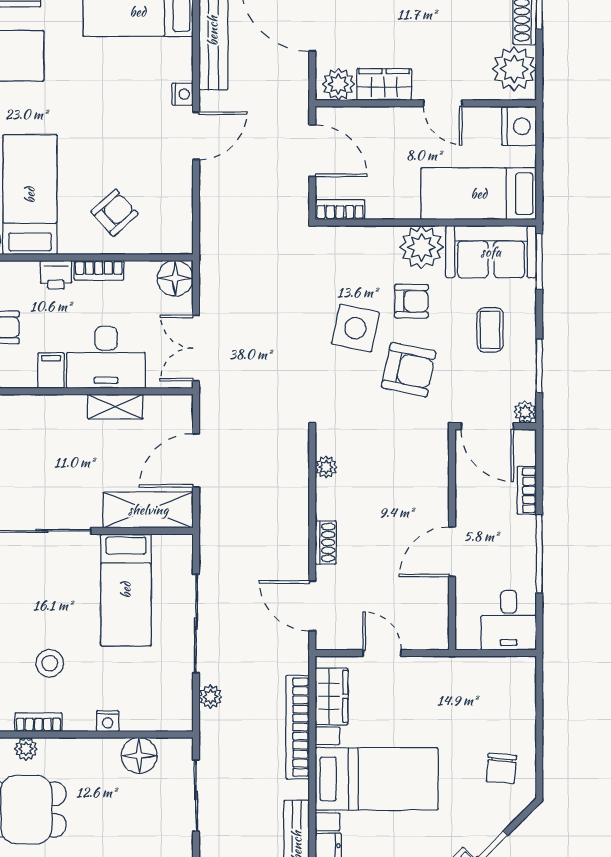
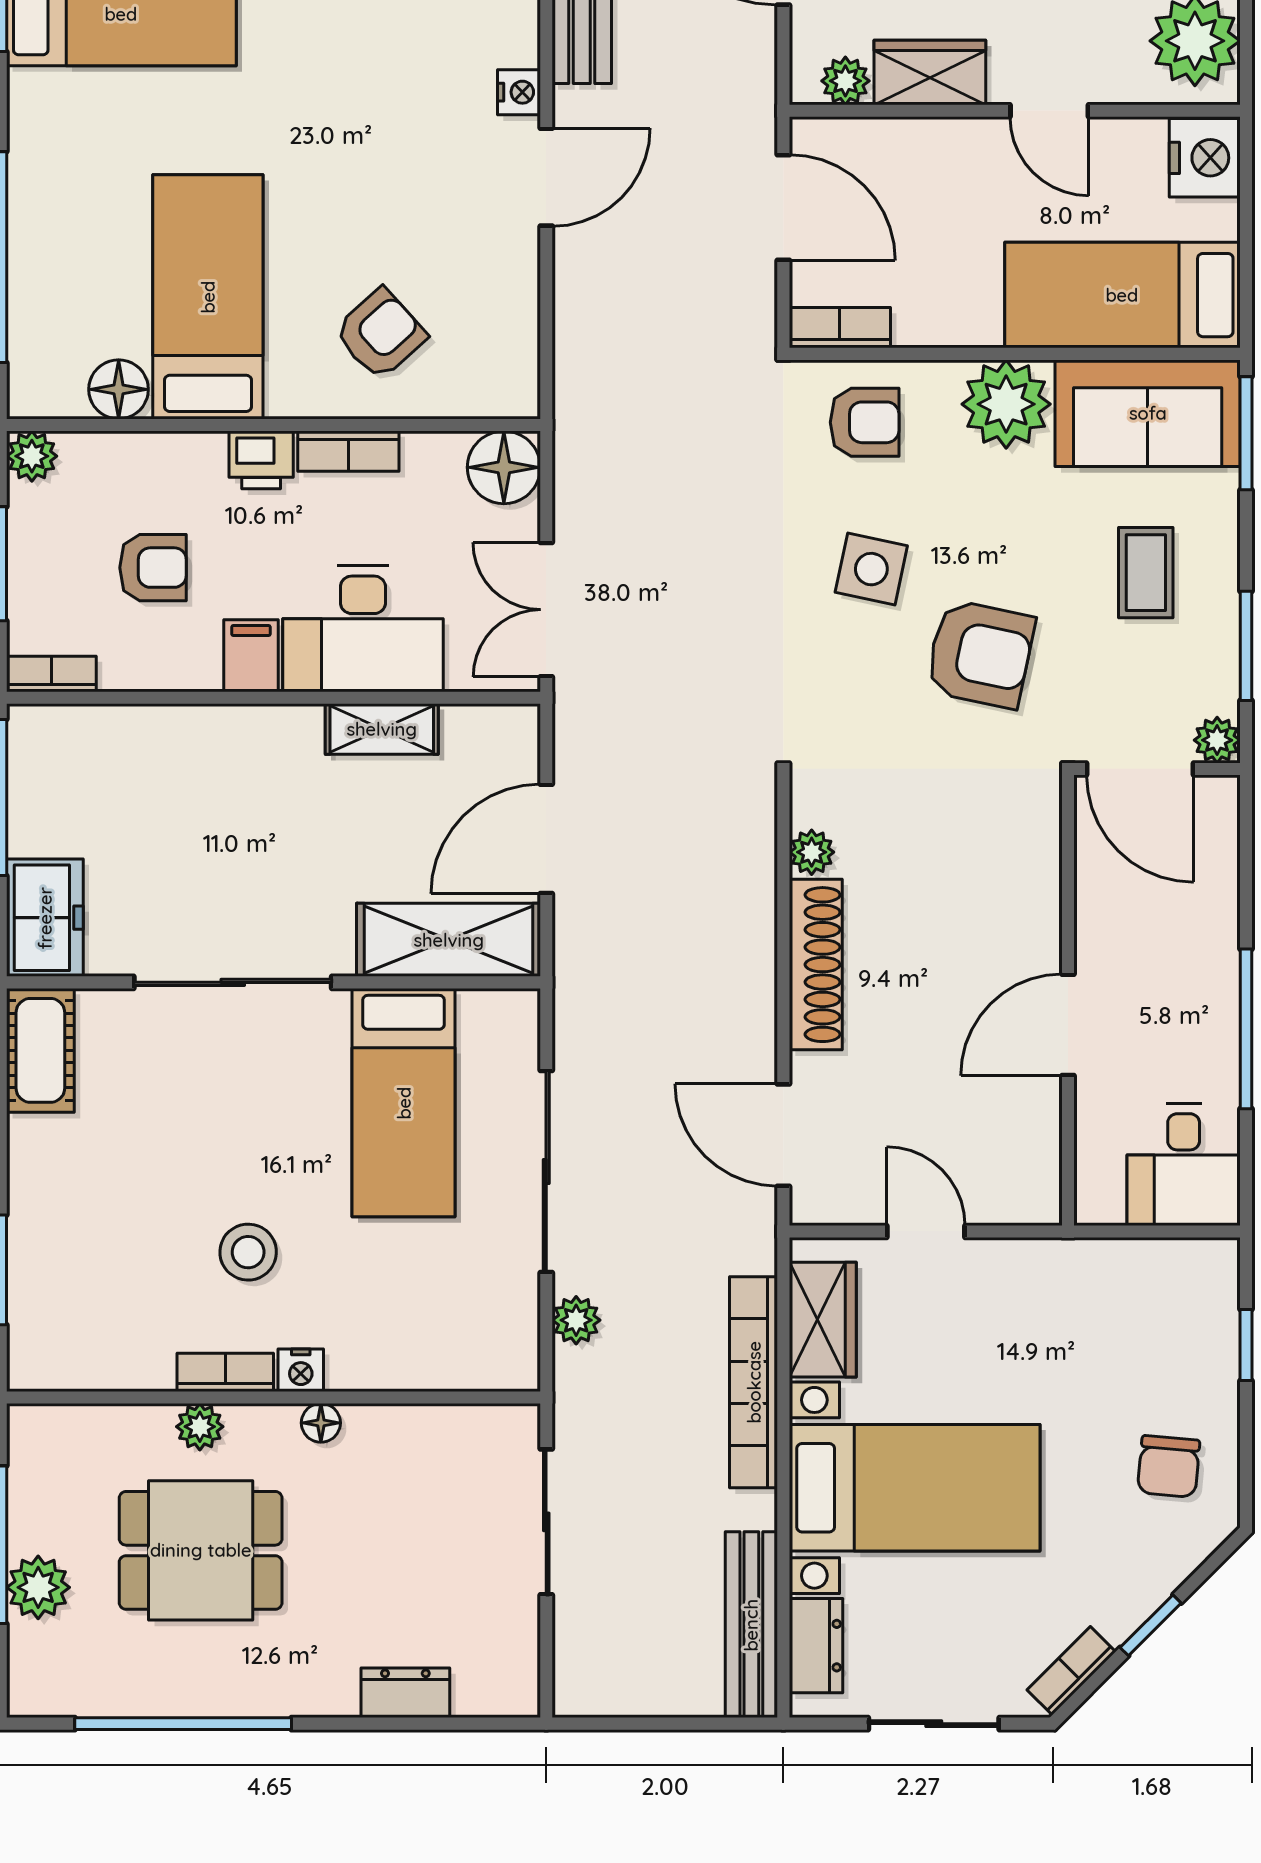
plant: (338, 84) -> (845, 81), width x0.73, depth x0.73
armchair: (411, 301) -> (865, 422), moved
side table: (355, 328) -> (871, 569), width x0.73, depth x0.73
bookcase: (527, 490) -> (1220, 900), removed
shoe rack: (326, 542) -> (816, 965), width x1.94, depth x1.24
window: (539, 709) -> (1246, 1345), added
nightstand: (108, 721) -> (301, 1370), moved
floor lamp: (139, 755) -> (321, 1423), moved, width x0.53, depth x0.53

